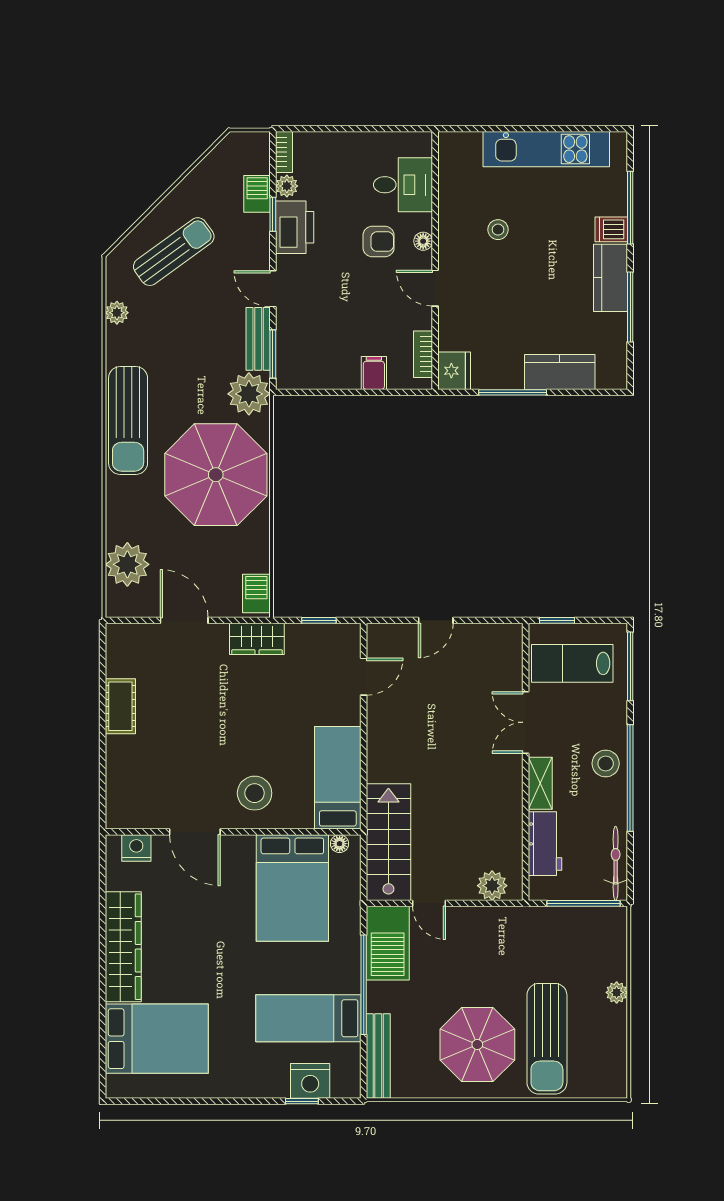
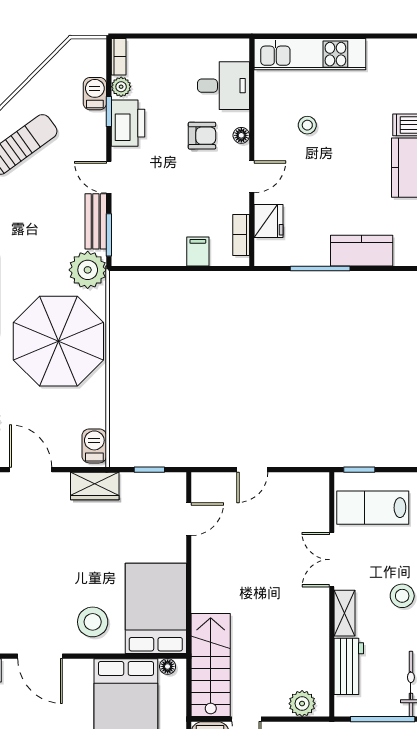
kitchen unit: (546, 149) -> (310, 54), moved
door: (435, 288) -> (252, 177), swing flipped
fridge: (454, 371) -> (269, 221), moved
bed: (338, 778) -> (156, 608), width x1.50

